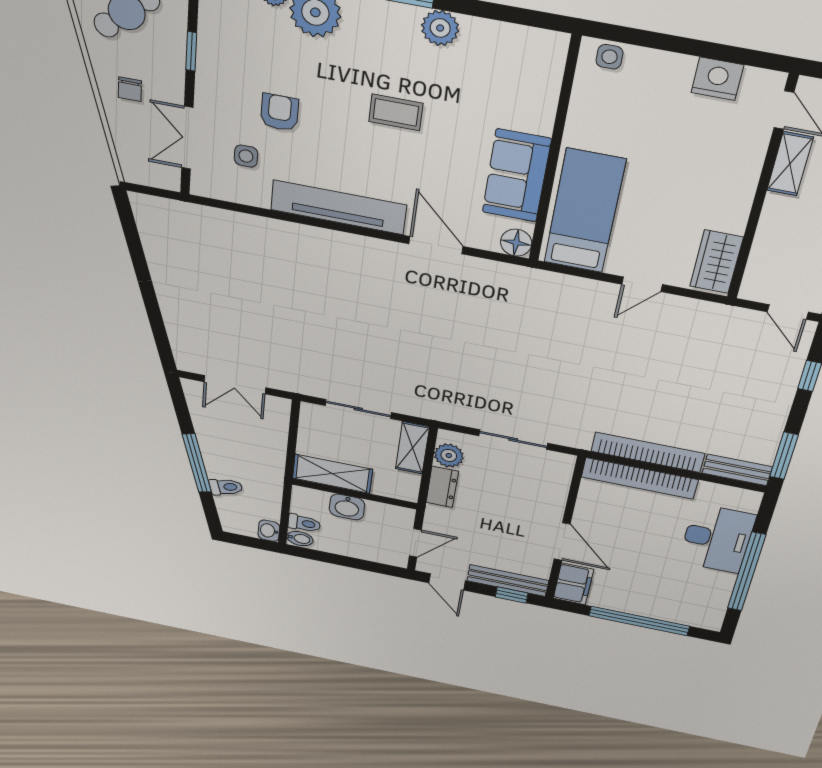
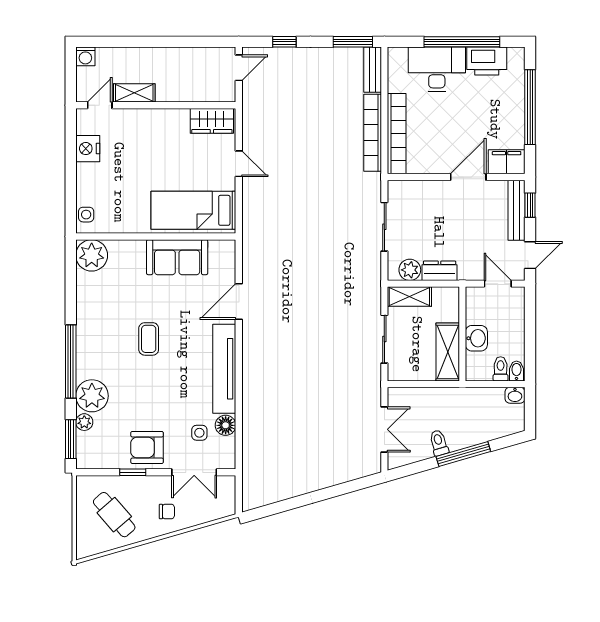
plant: (440, 28) -> (92, 255), moved, width x1.36, depth x1.36
armchair: (280, 112) -> (147, 447), moved, width x1.38, depth x1.38
floor lamp: (516, 243) -> (226, 425), moved
toilet: (226, 487) -> (439, 443), moved
printer: (713, 591) -> (487, 61), added

